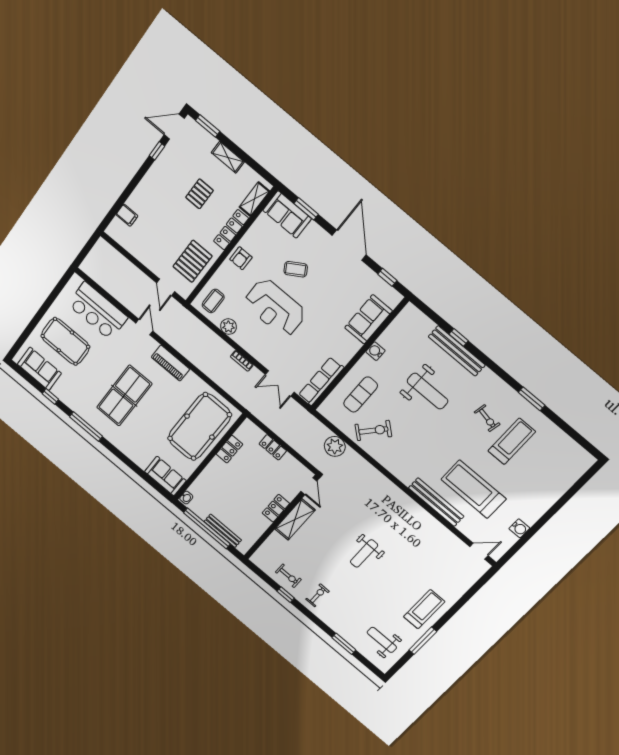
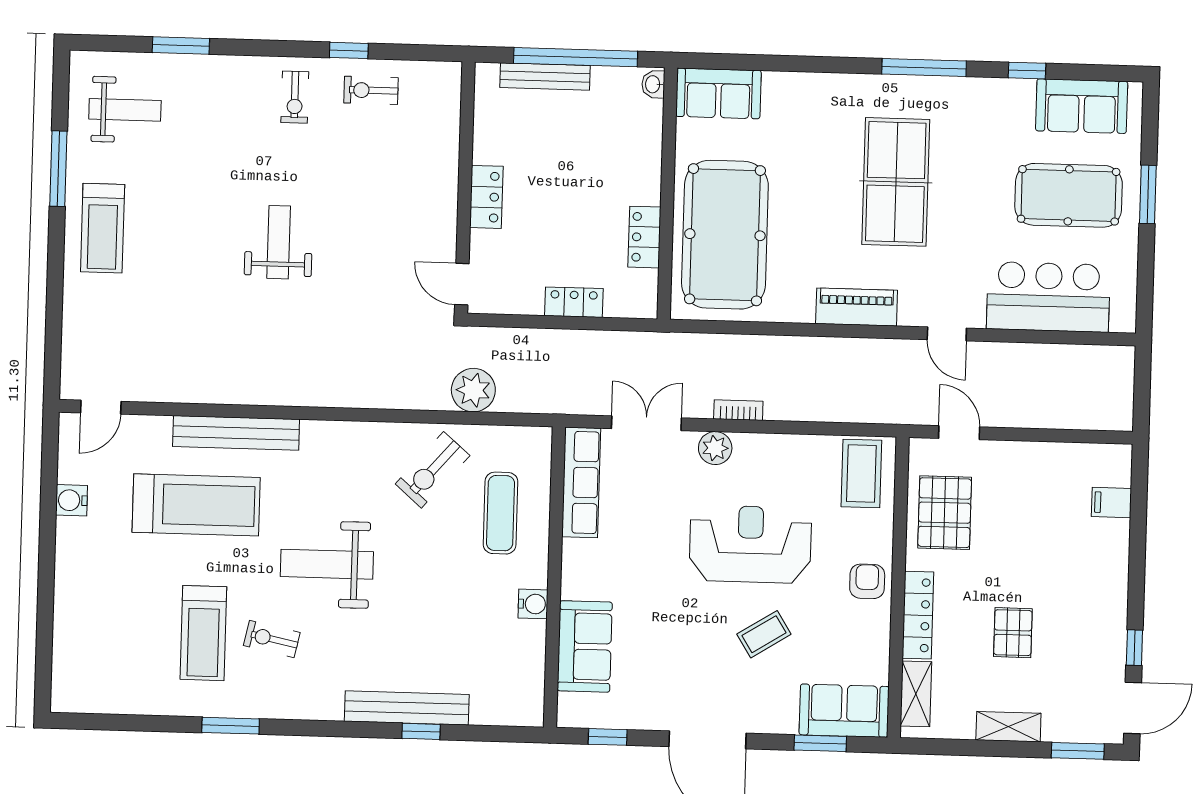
coffee table: (213, 301) -> (861, 473), width x1.36, depth x1.30
window: (37, 319) -> (1148, 194), added
plant: (229, 327) -> (715, 448), moved
weight bench: (427, 391) -> (327, 564), moved
shelving: (295, 519) -> (439, 204), removed

